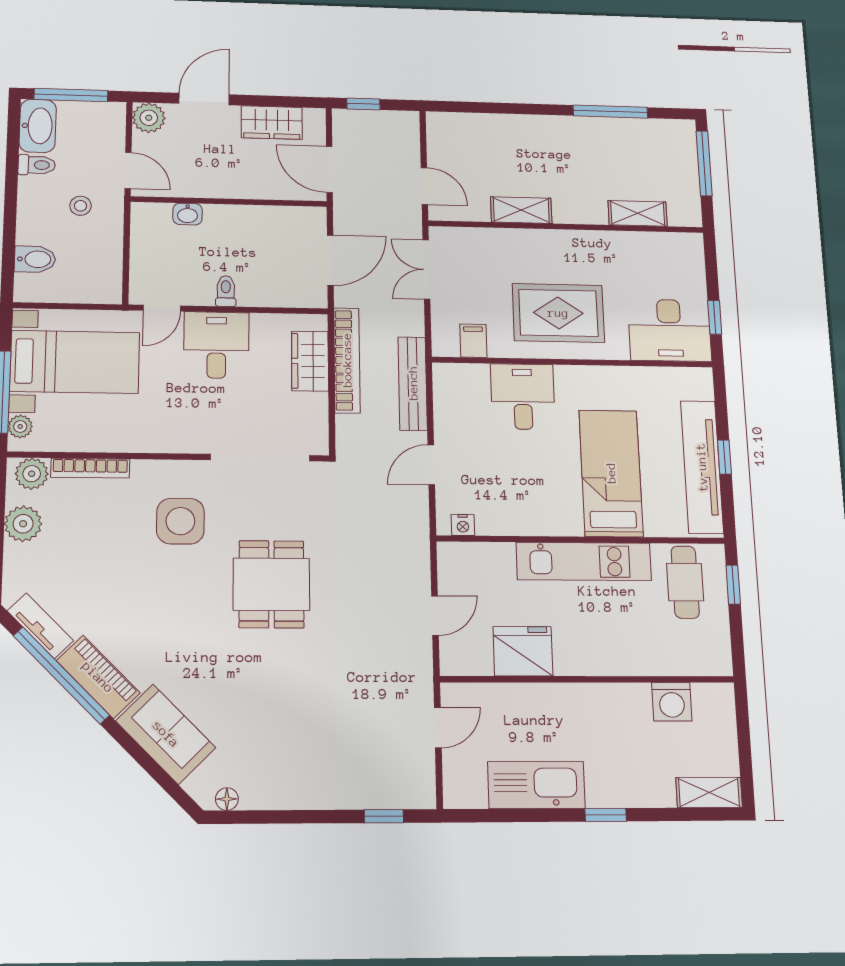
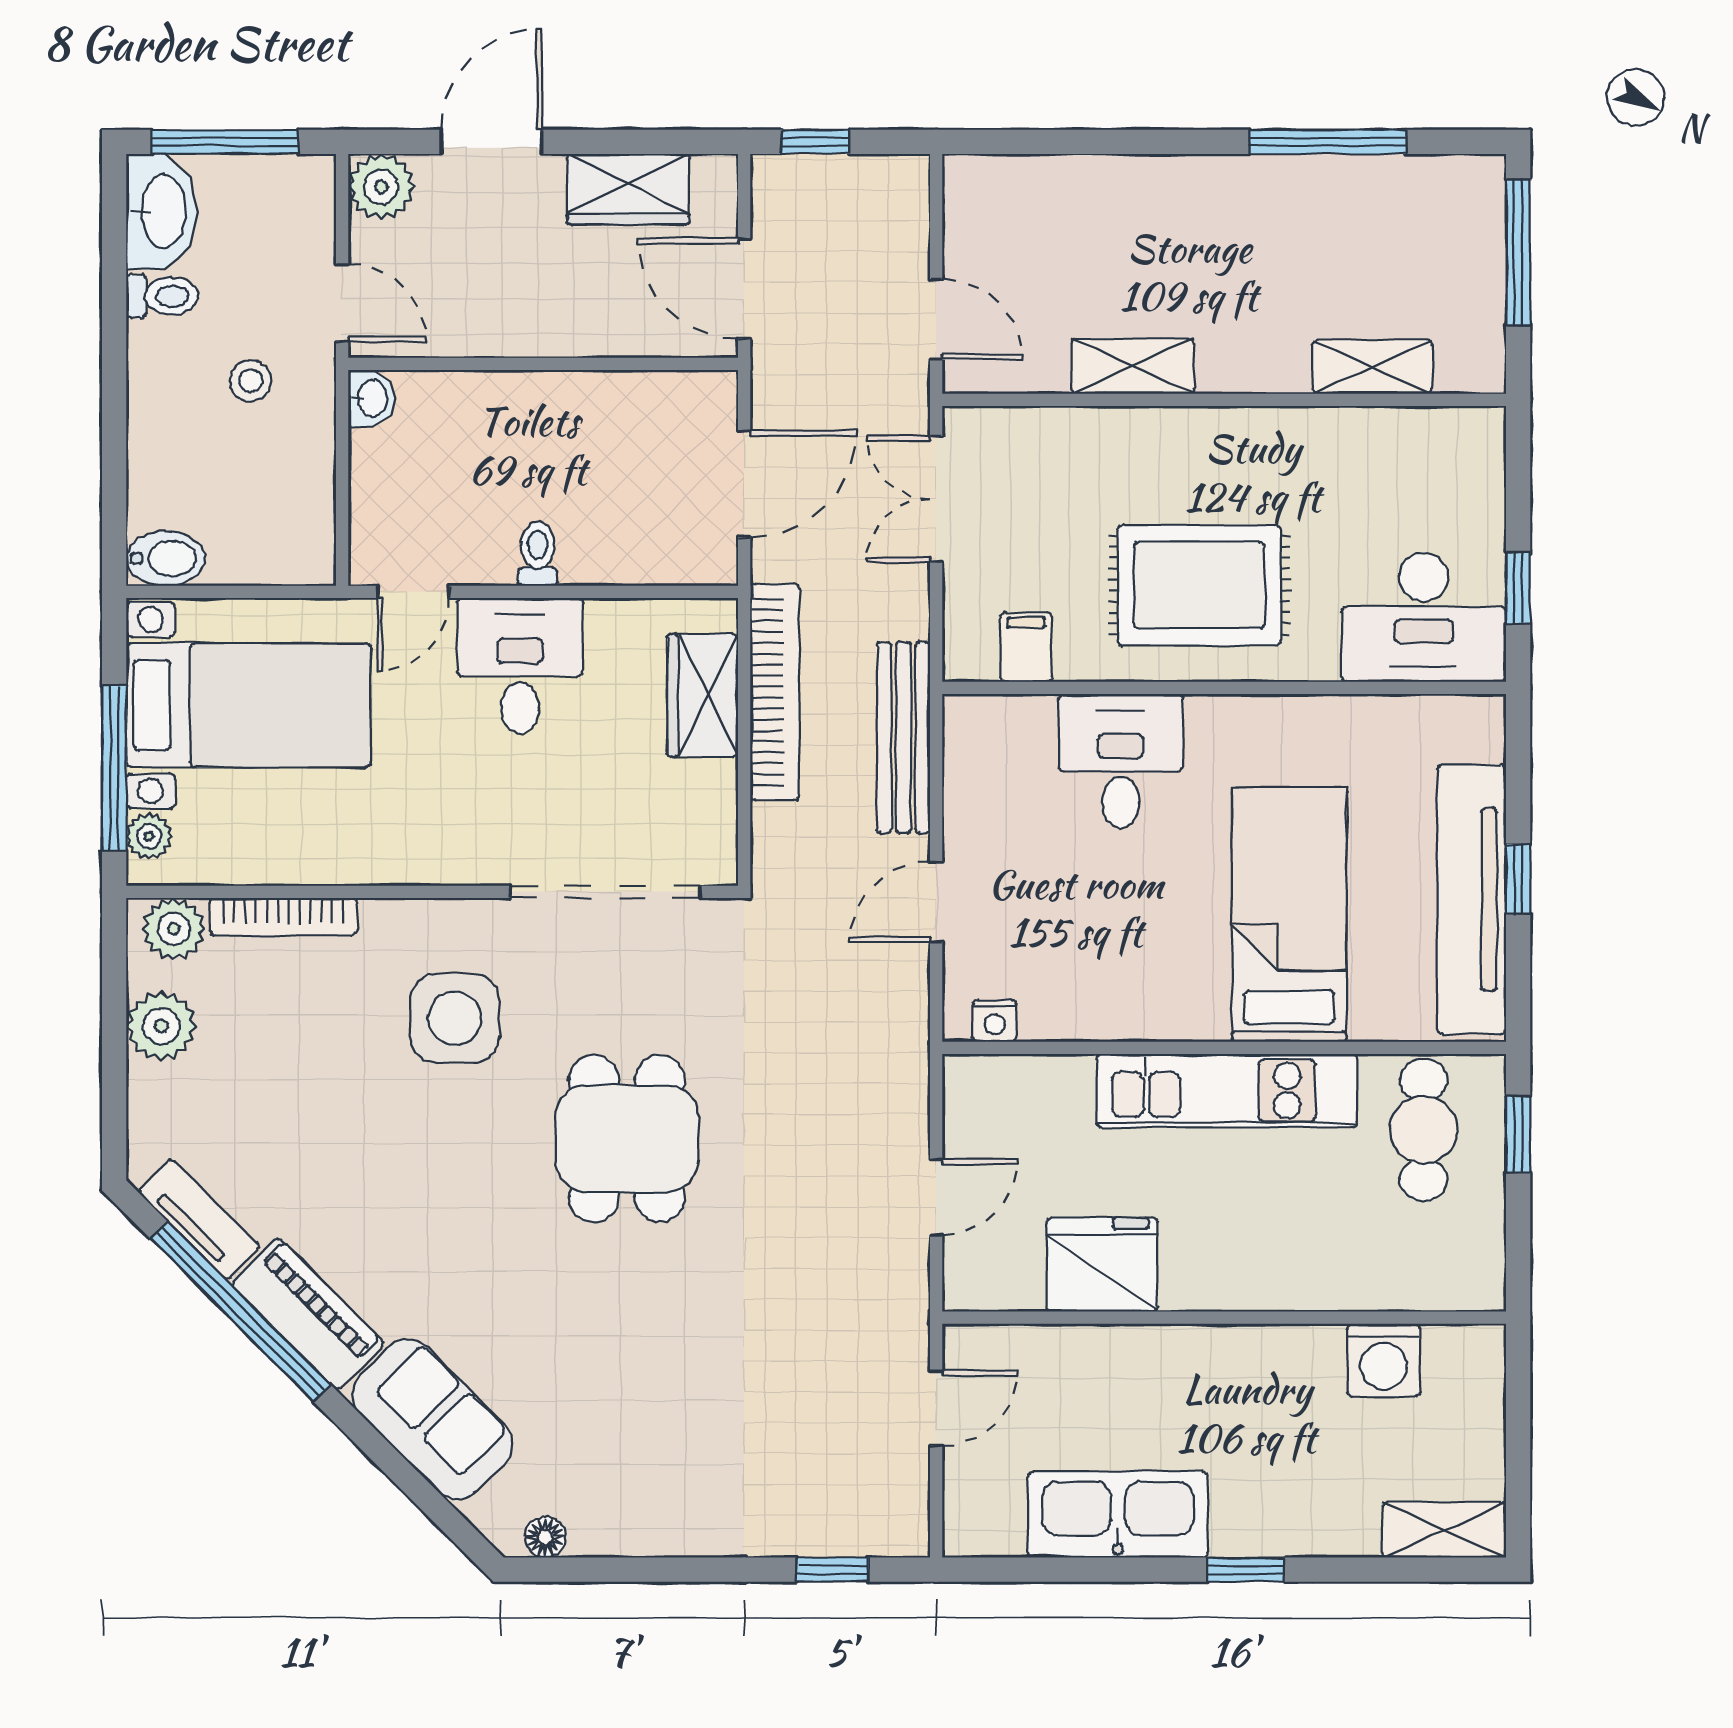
washbasin: (188, 214) -> (371, 398), moved, turned -90
bidet: (35, 259) -> (166, 559), moved

